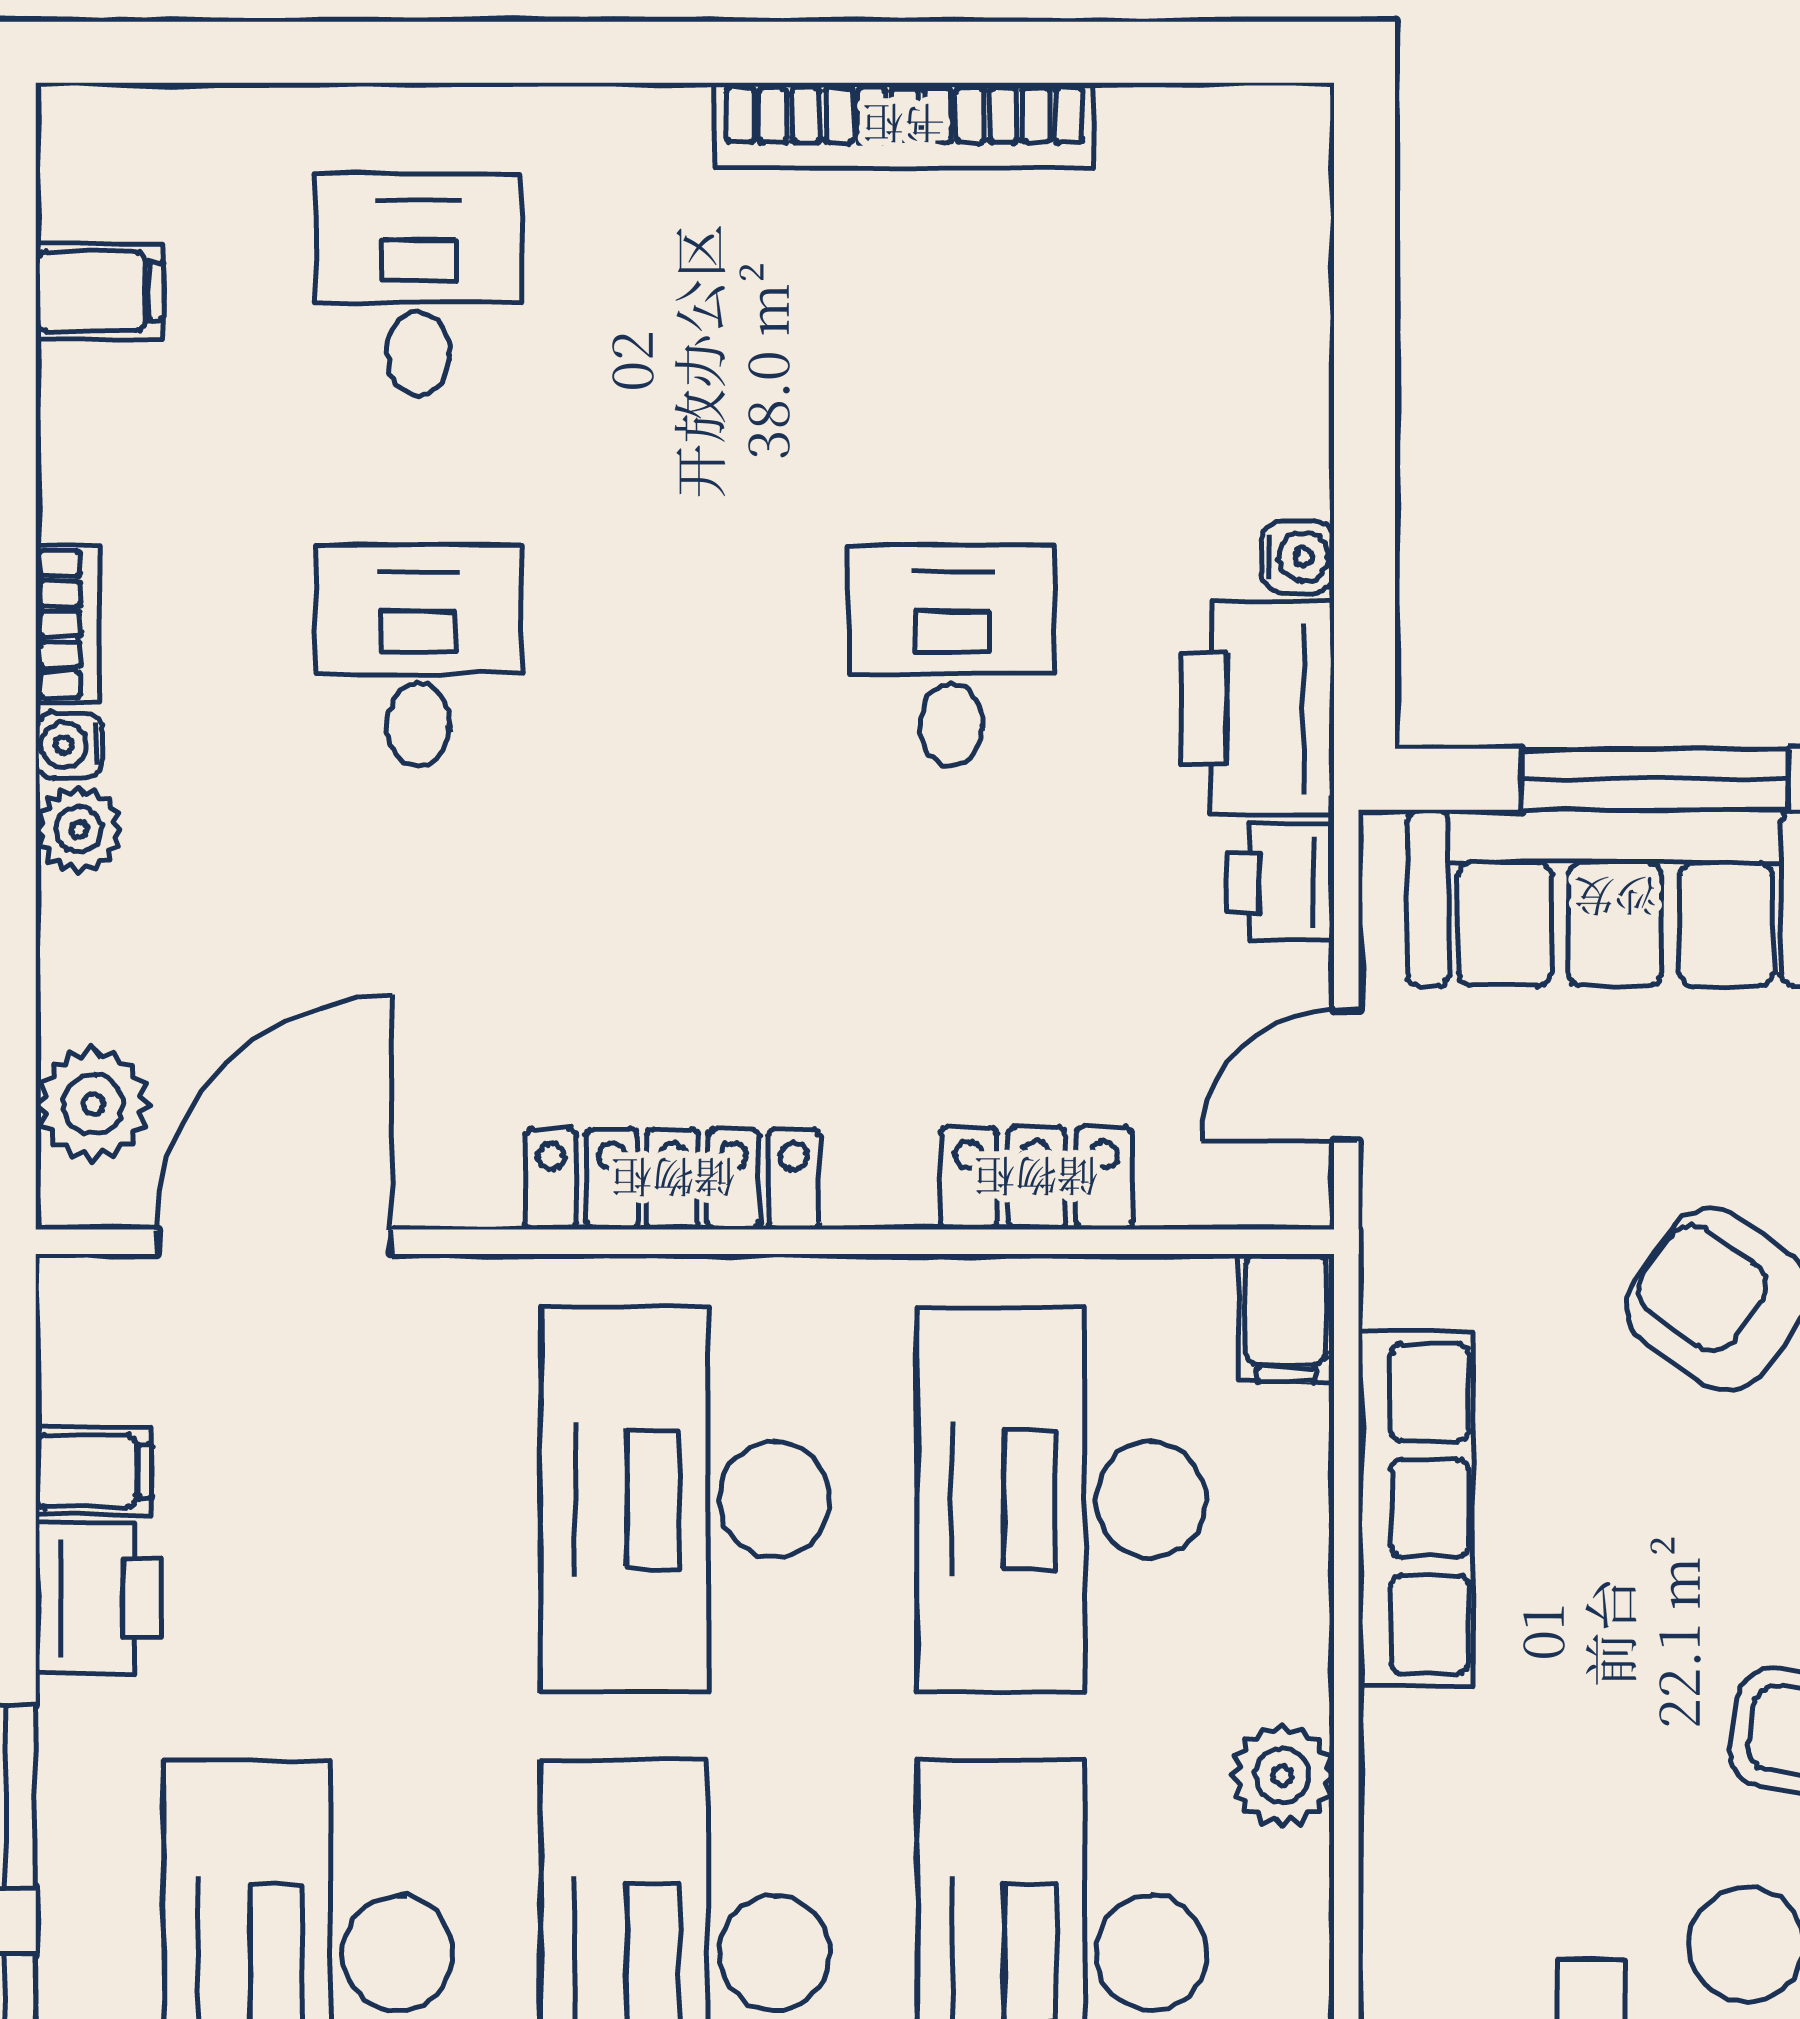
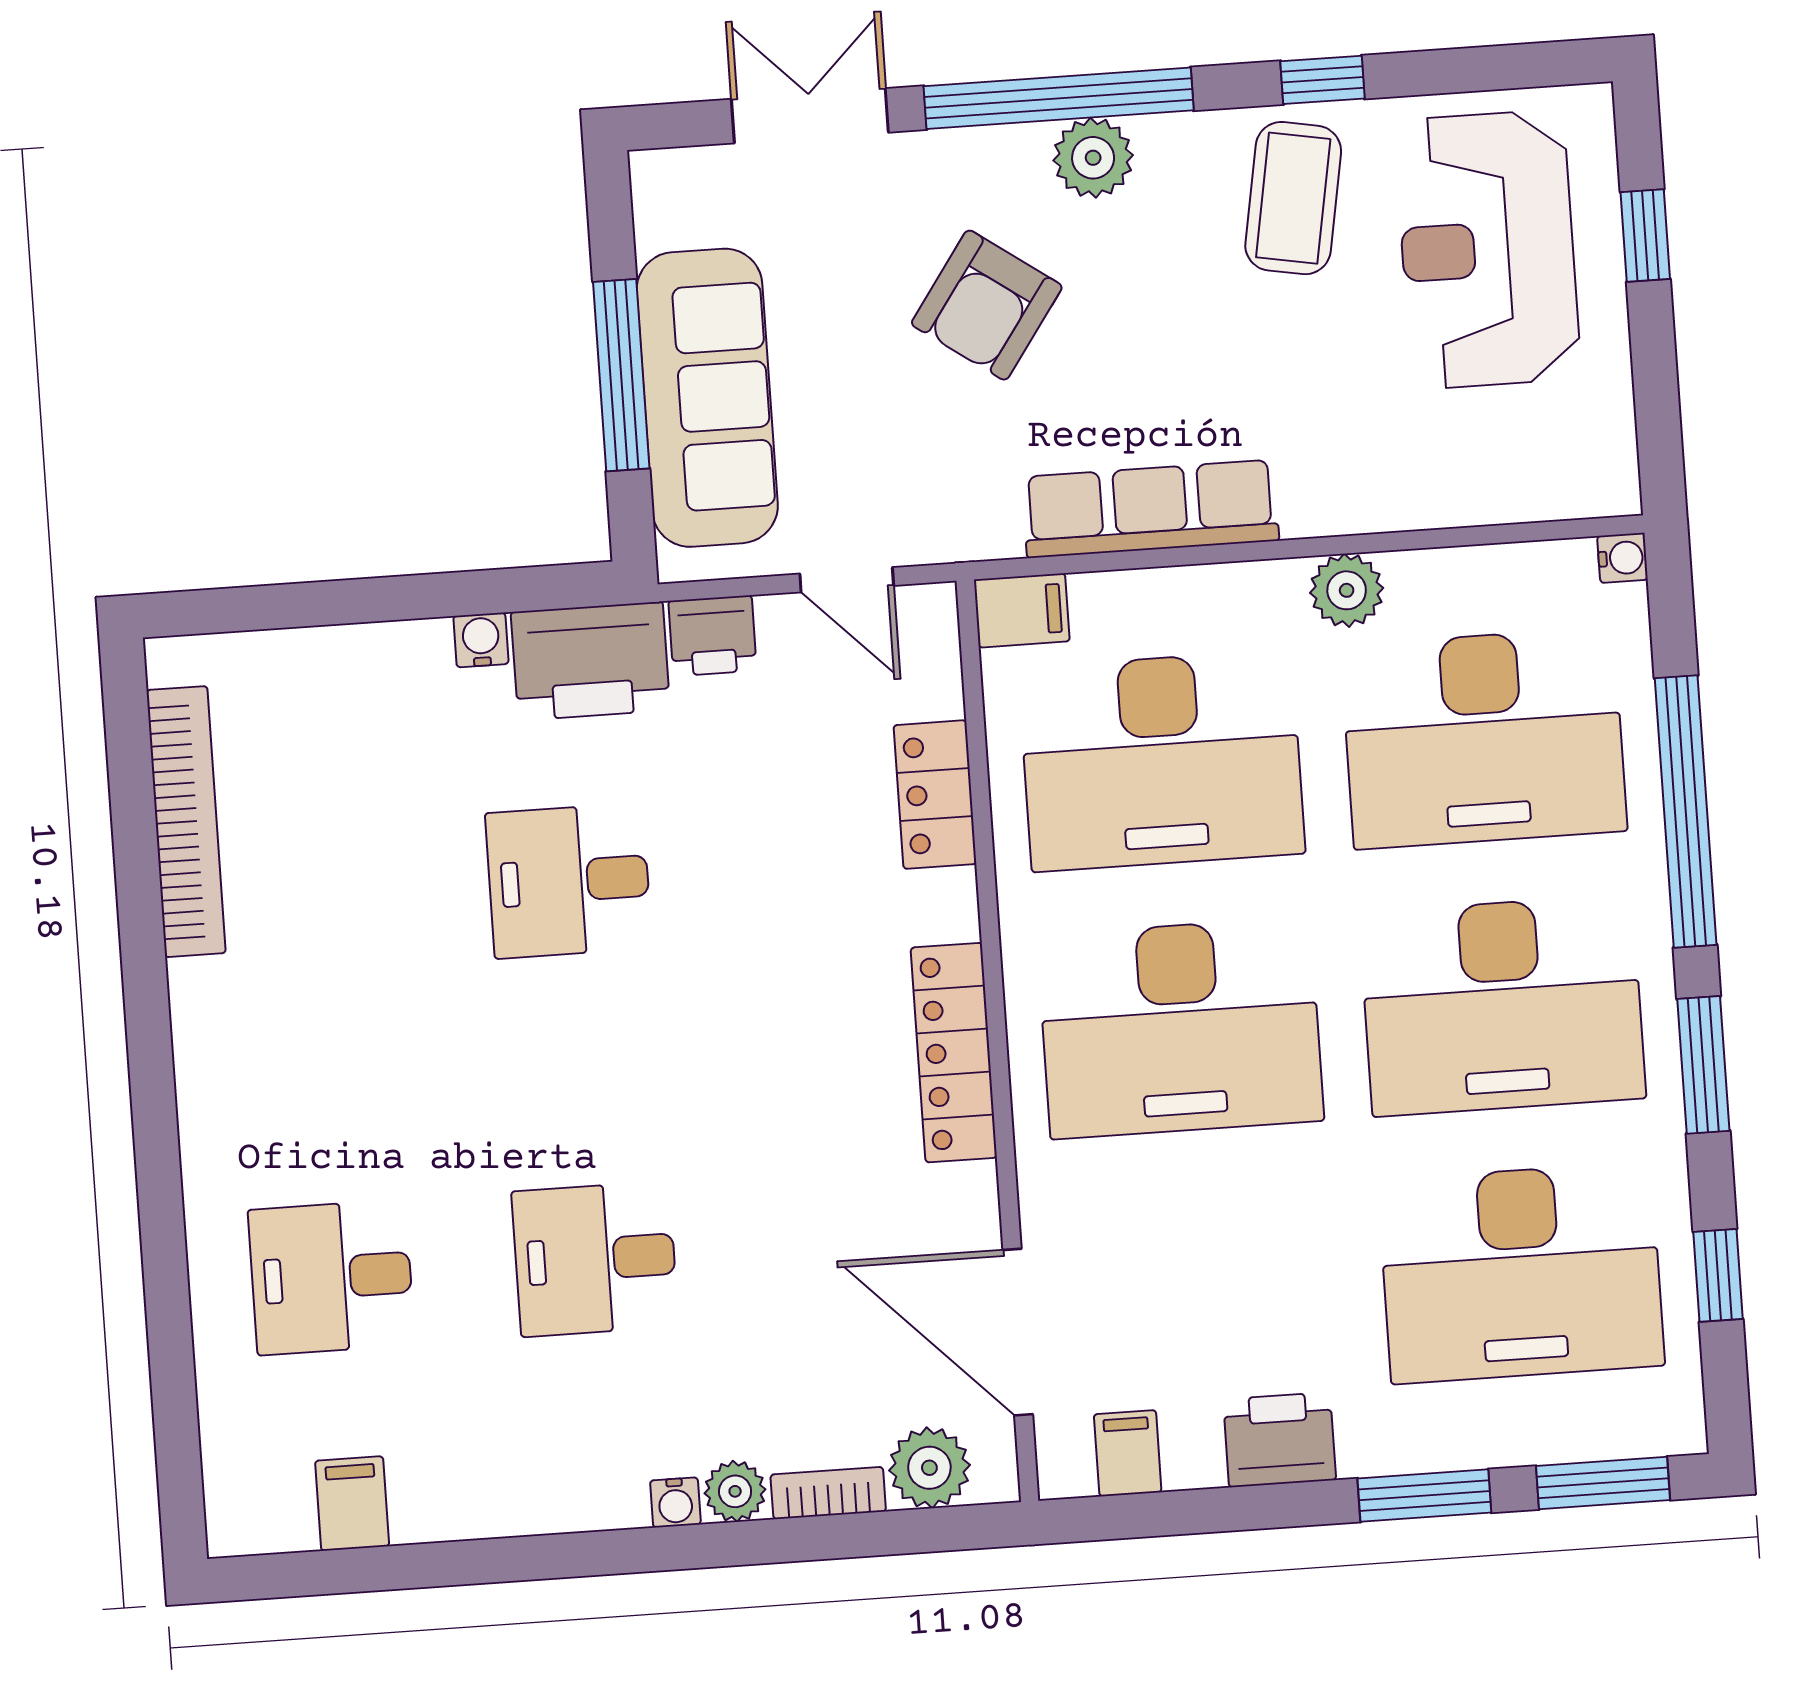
bookcase: (904, 125) -> (186, 822), moved
bookcase: (67, 624) -> (828, 1493), moved
filing cabinet: (94, 1471) -> (1128, 1453), moved

